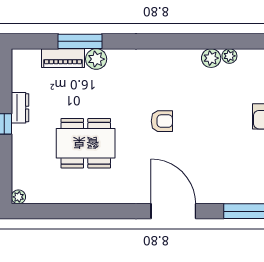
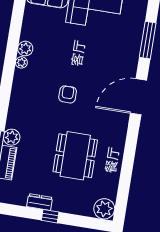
plant: (229, 56) -> (21, 62), moved
plant: (18, 197) -> (104, 209), width x1.88, depth x1.88

